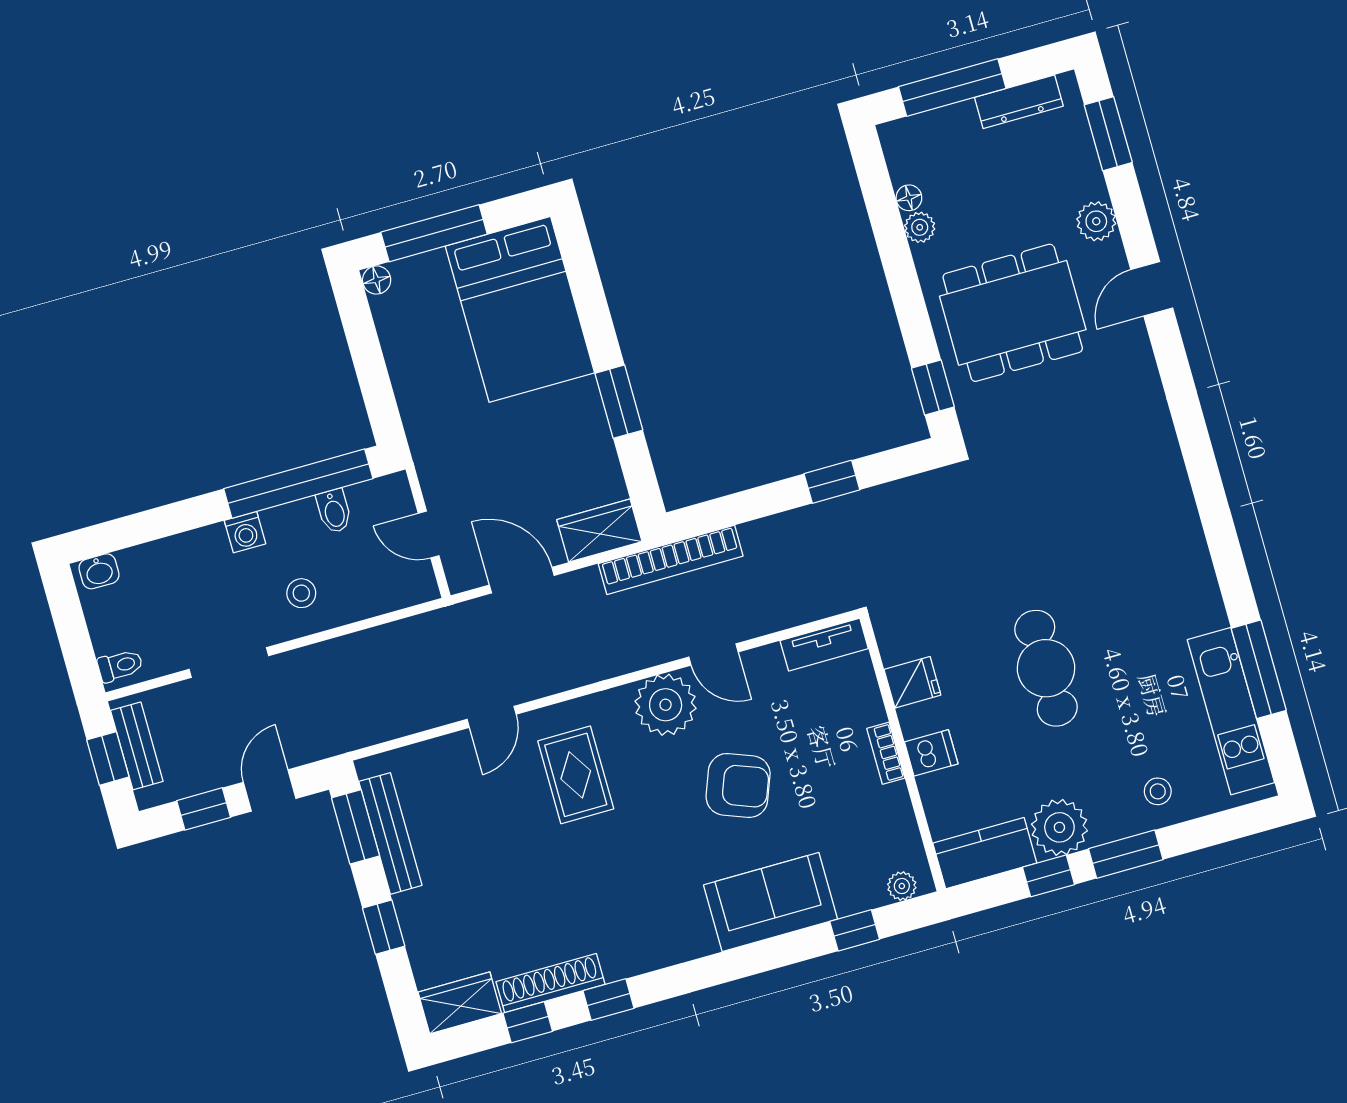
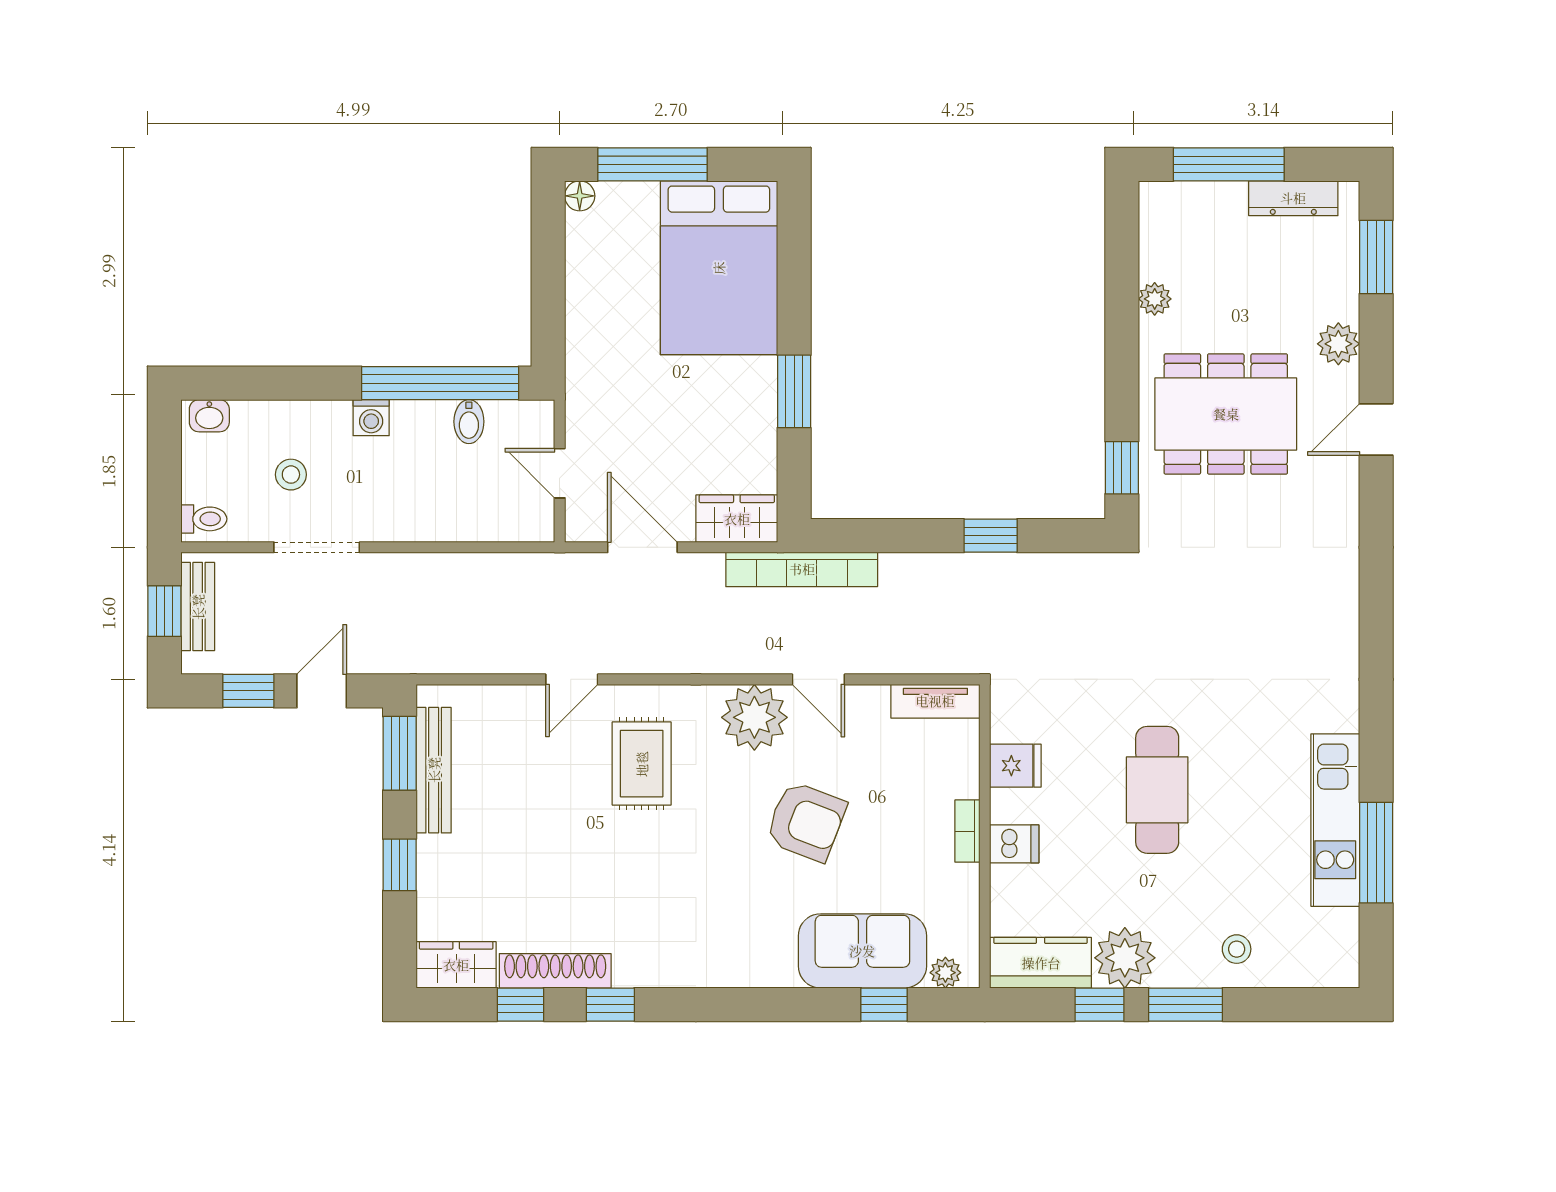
floor lamp: (909, 198) -> (1152, 265), removed
stool: (301, 593) -> (291, 475), moved
kitchen unit: (1231, 711) -> (1335, 820), moved
sofa: (771, 902) -> (862, 951), moved

